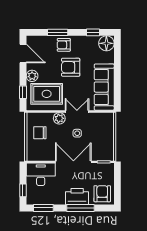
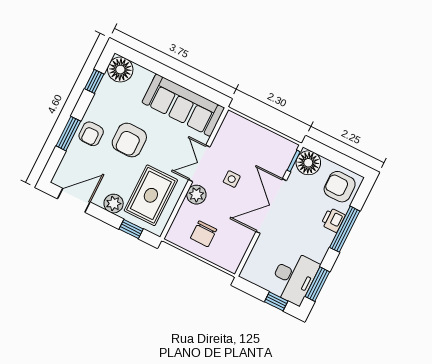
floor lamp: (107, 170) -> (308, 163), added
desk: (41, 174) -> (294, 277), moved, turned 180
printer: (77, 196) -> (333, 220), width x0.53, depth x0.68

